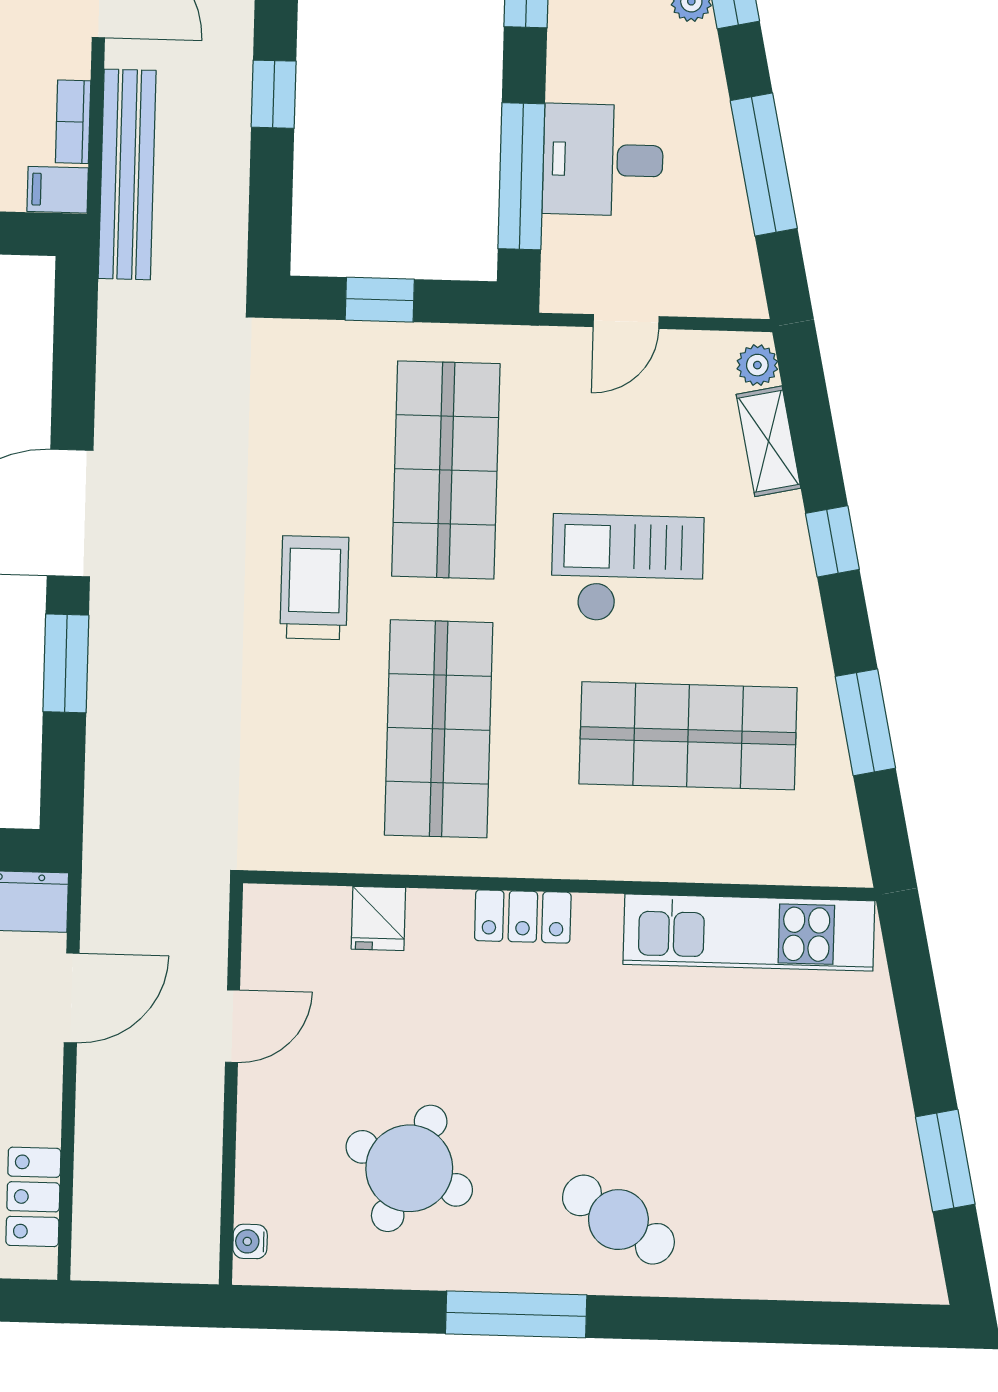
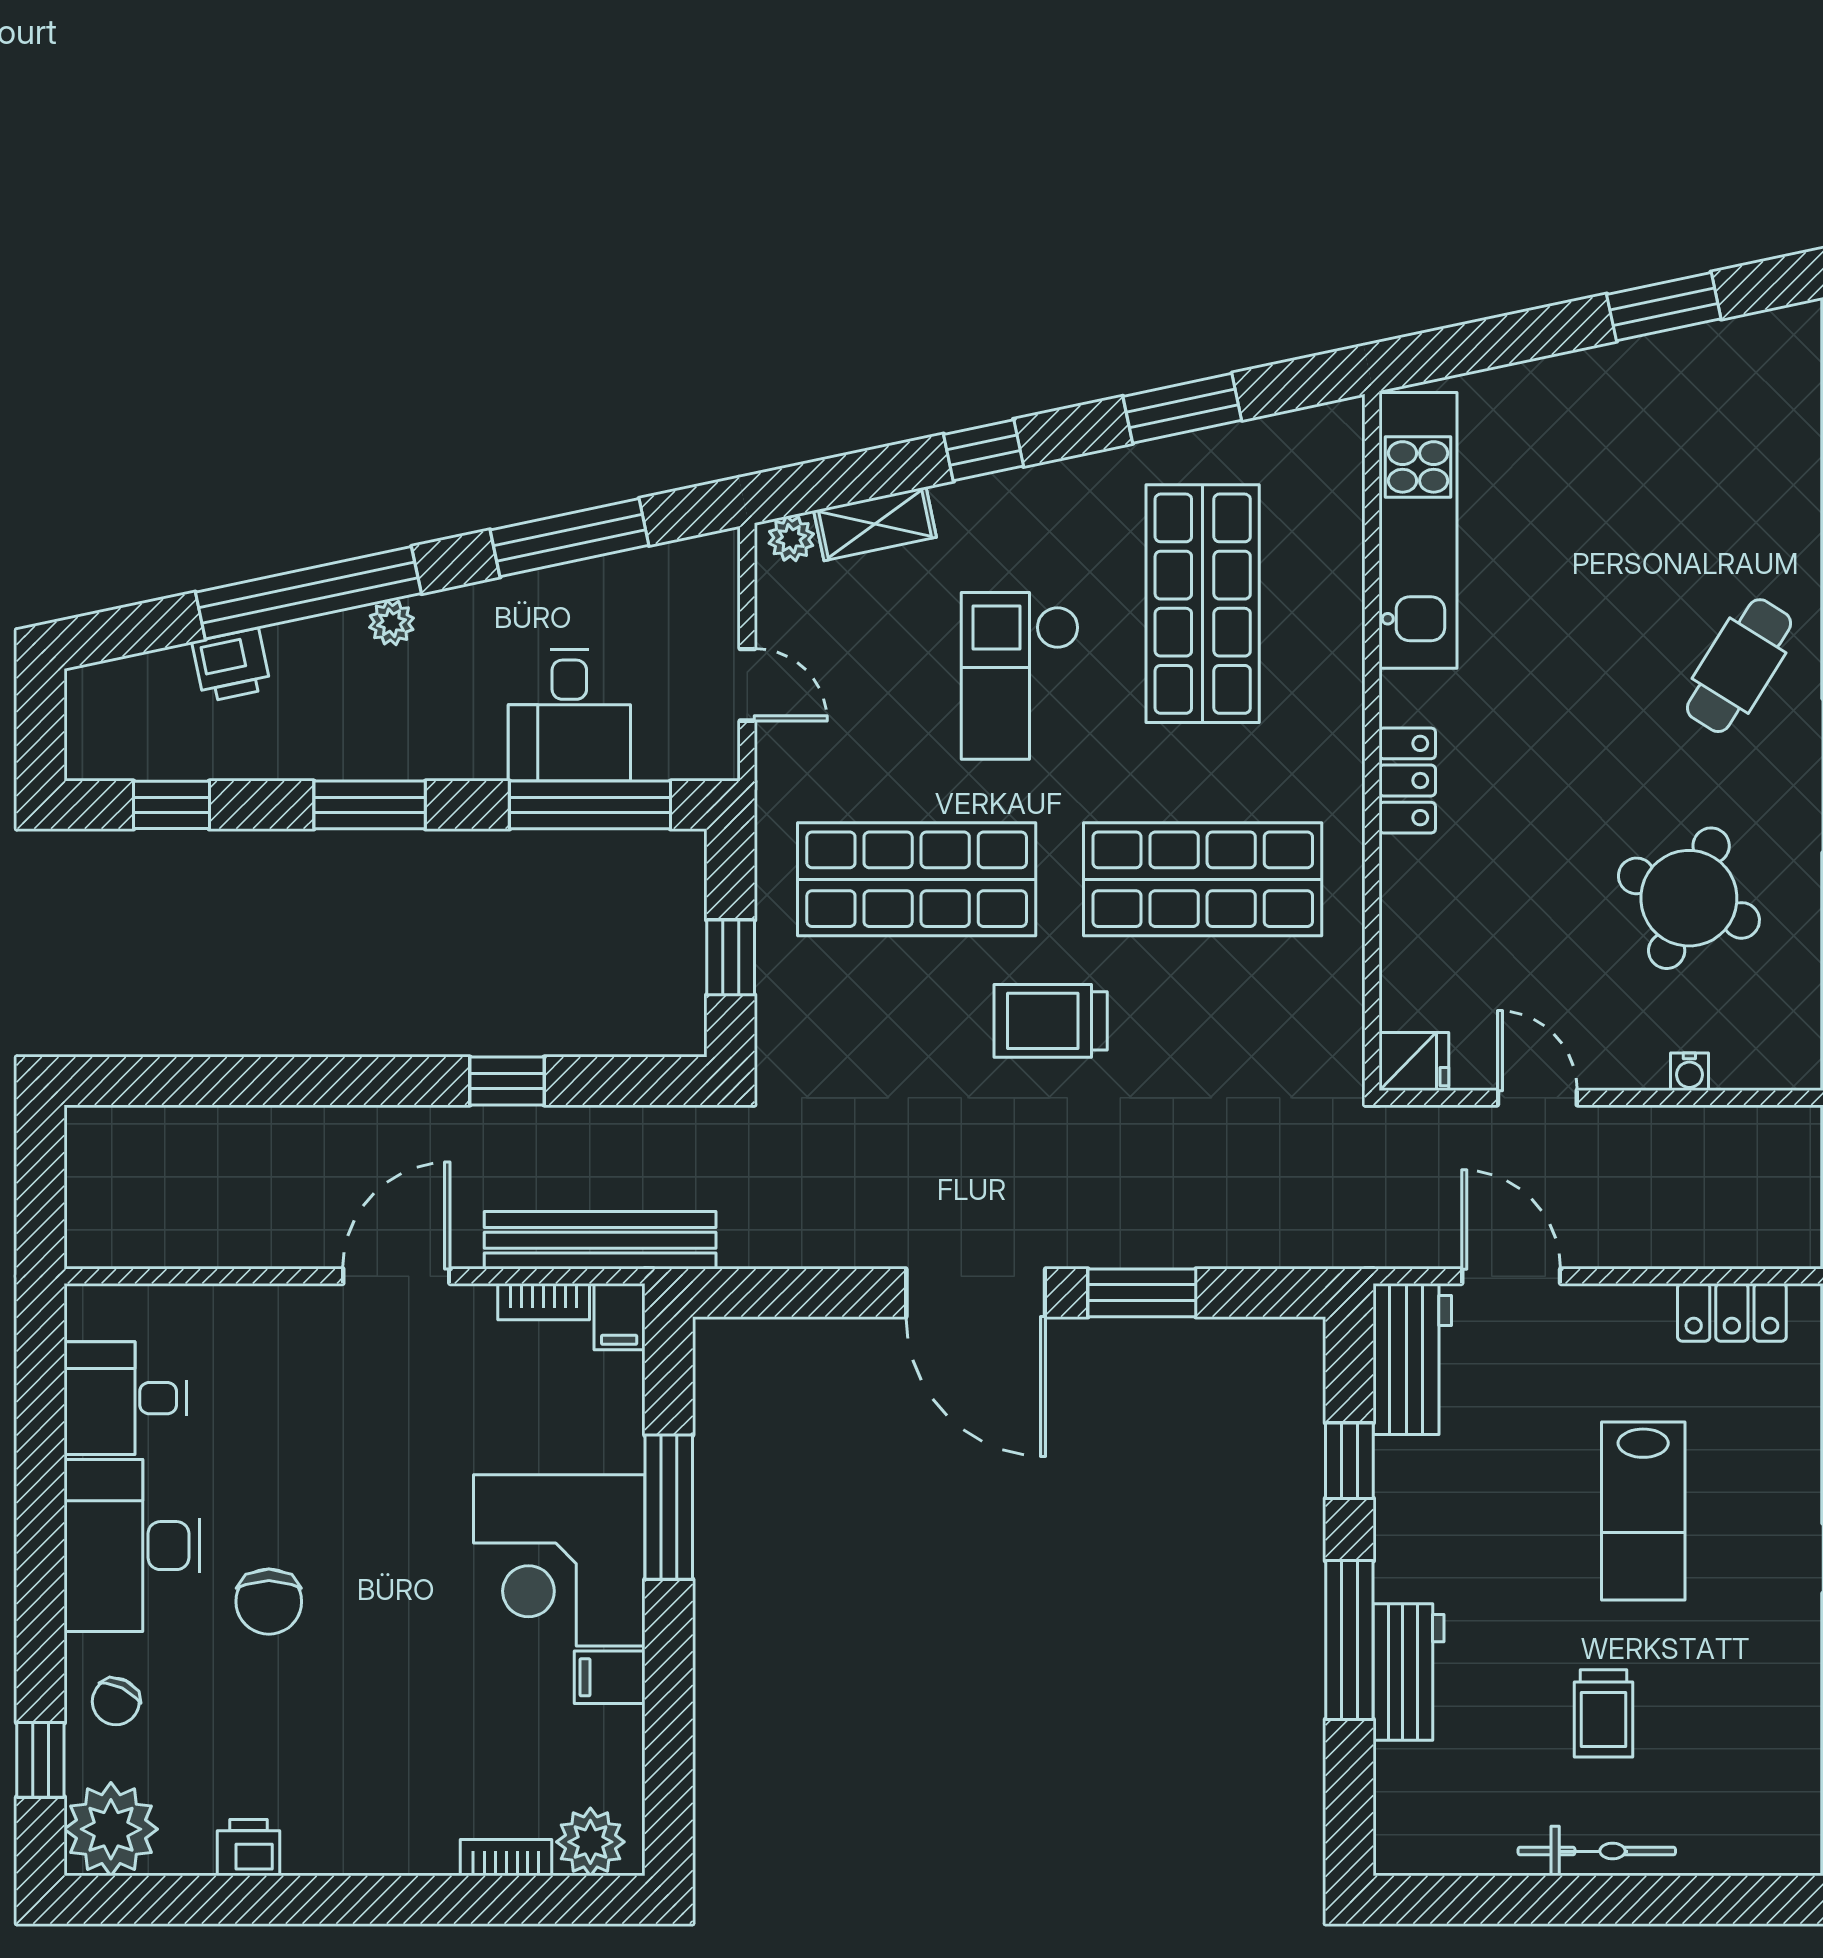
fridge: (378, 918) -> (1414, 1061), moved
water cooler: (250, 1241) -> (1689, 1072), moved

